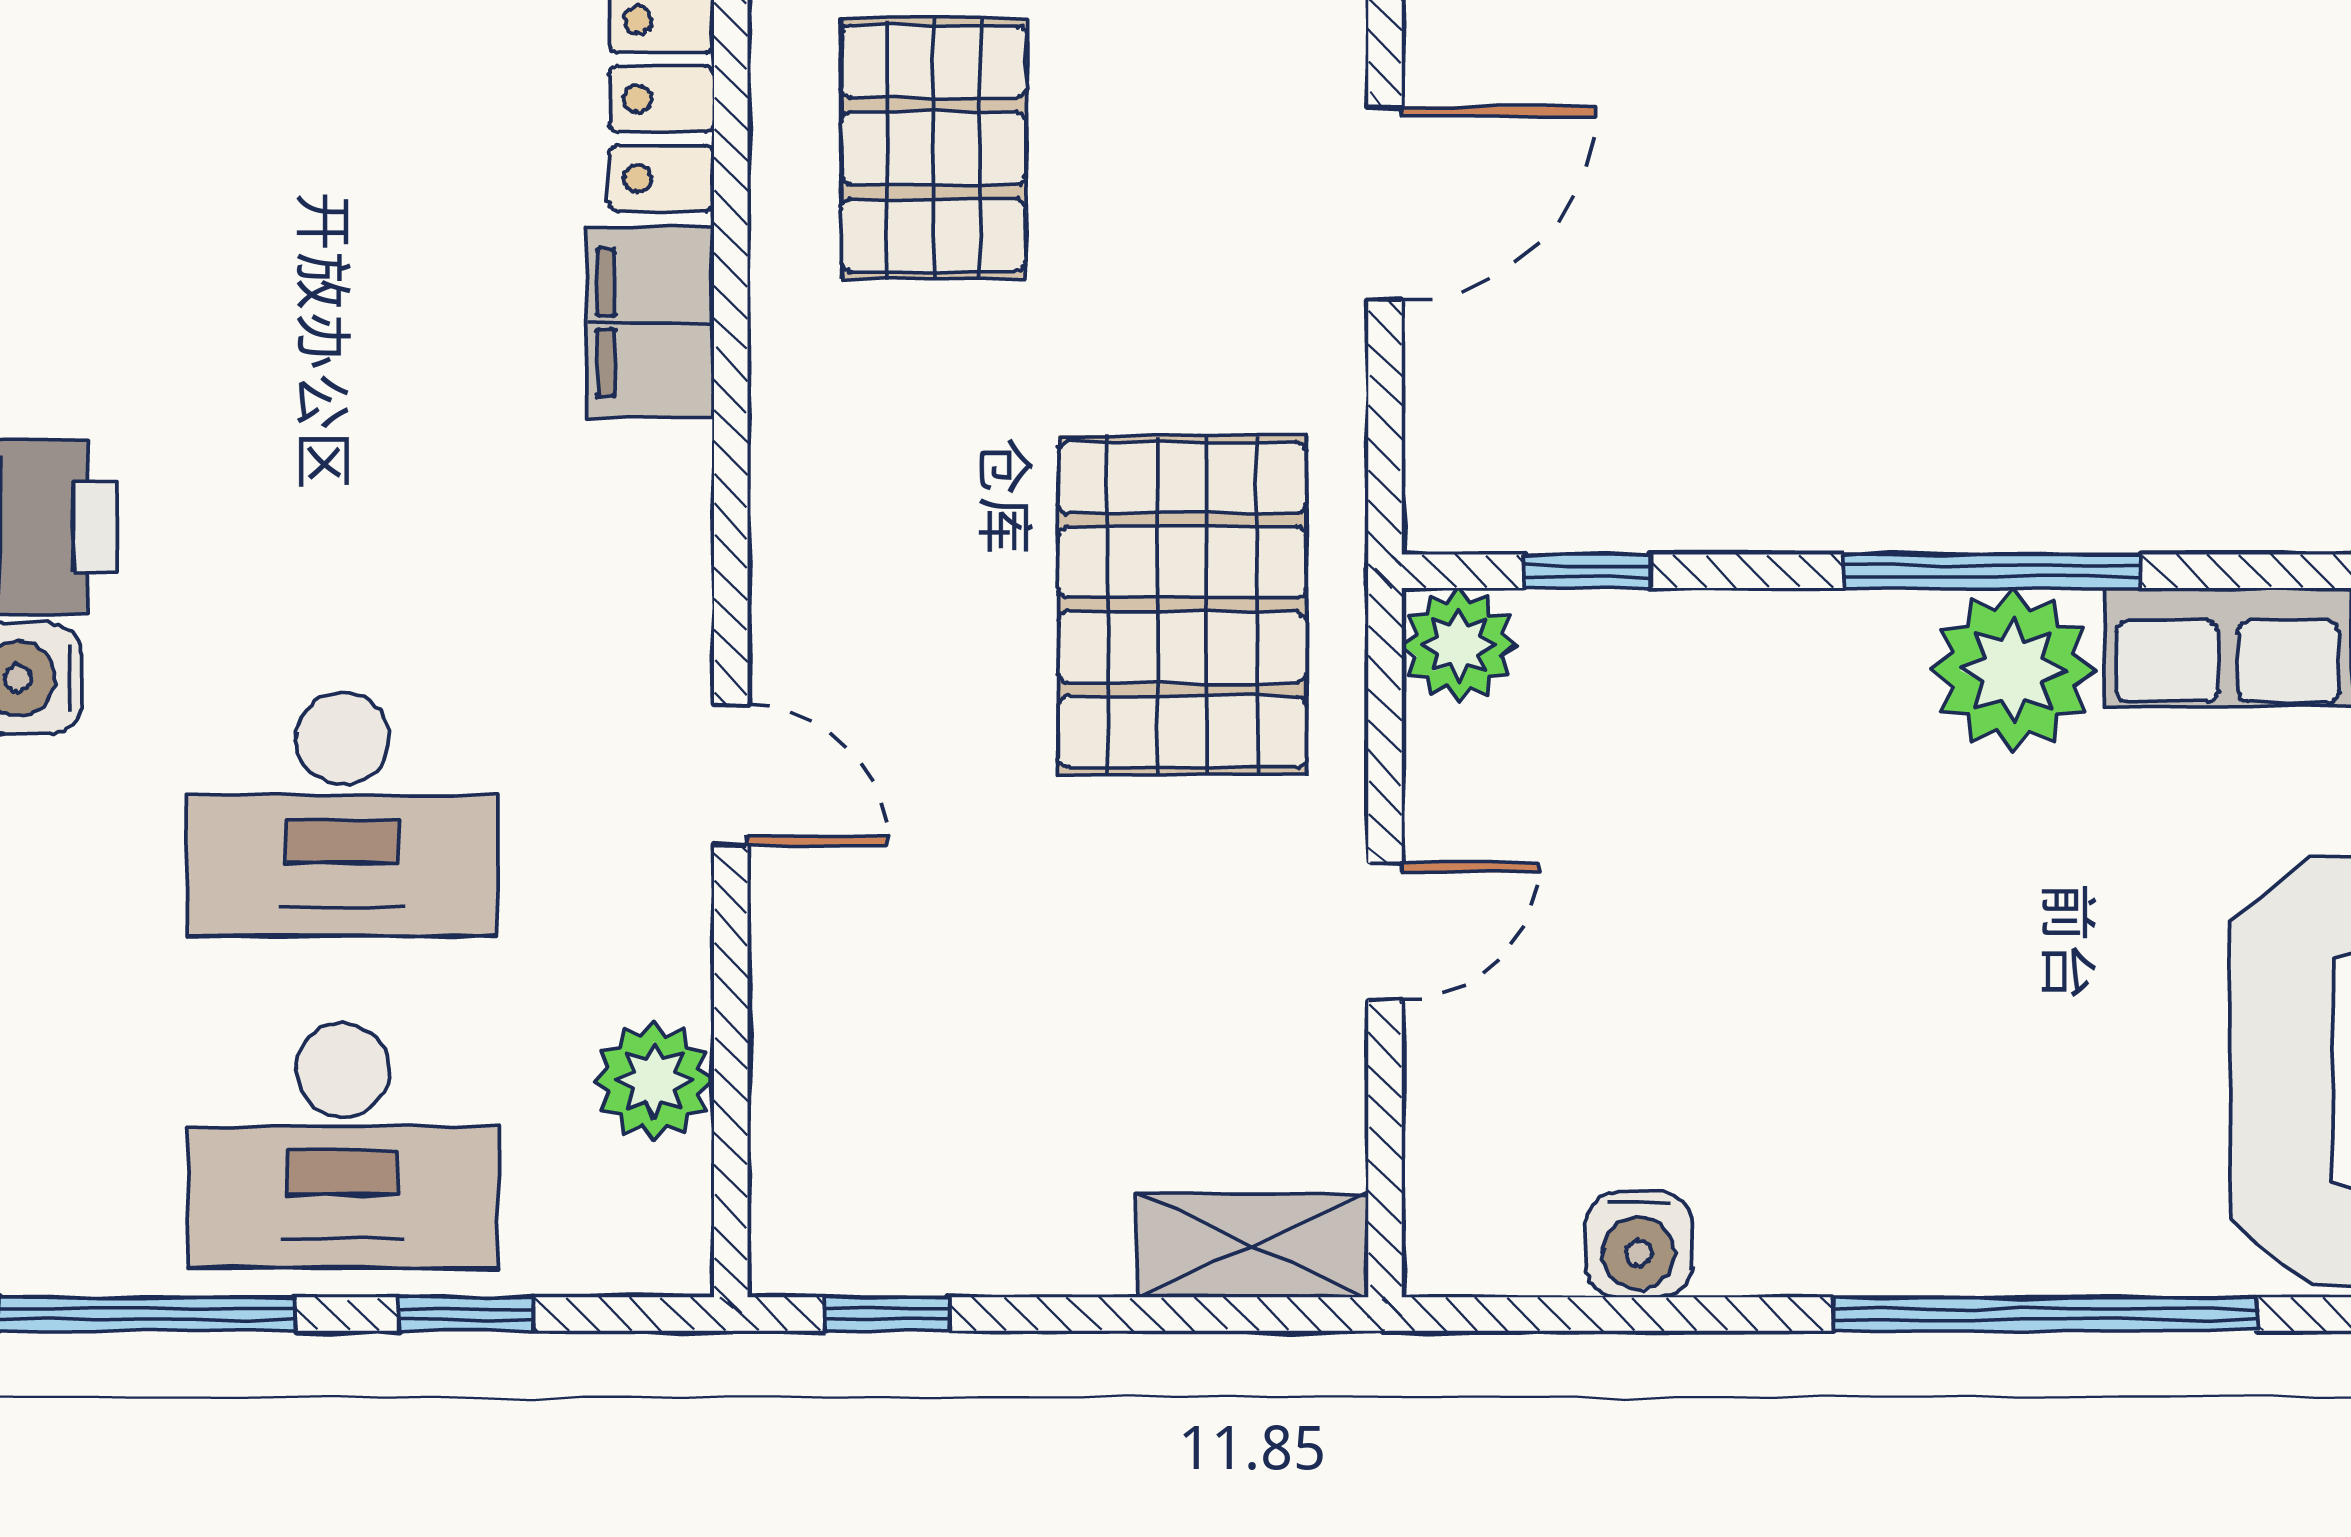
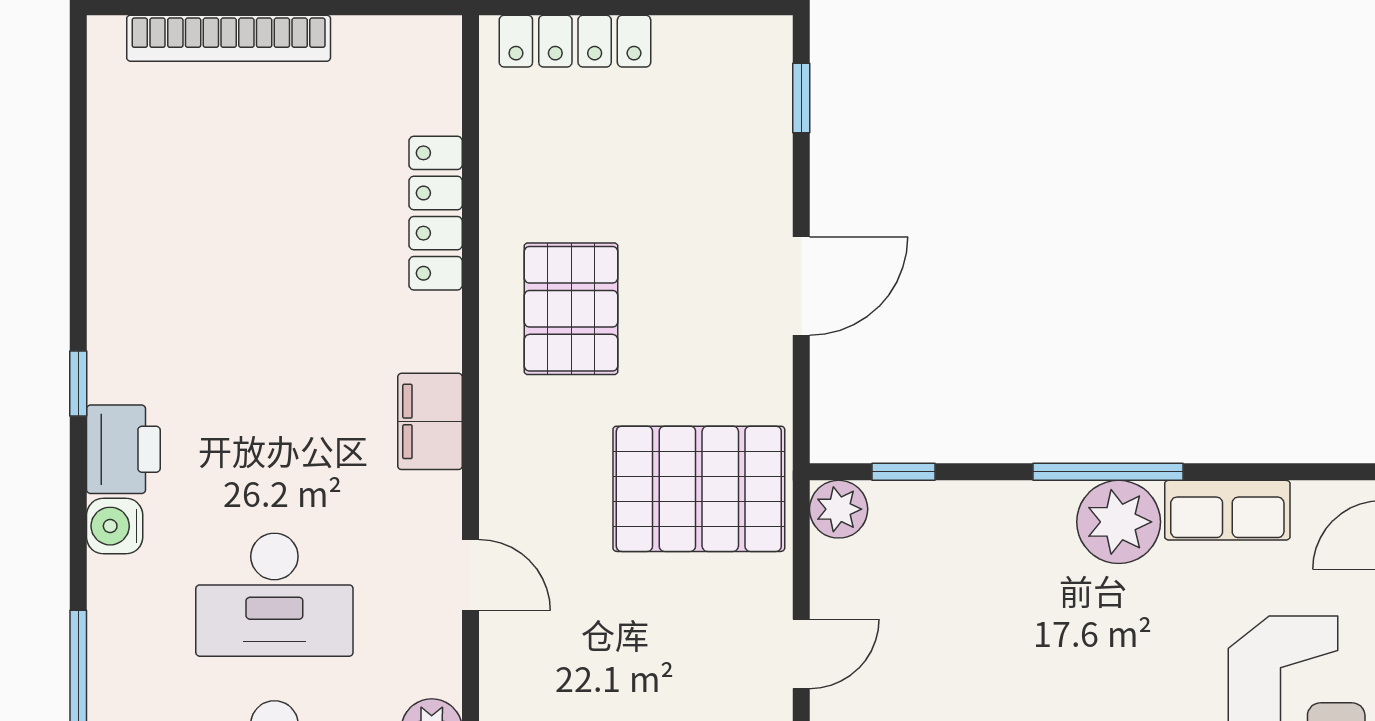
pallet: (934, 148) -> (571, 309), moved
filing cabinet: (651, 322) -> (430, 421), moved
pallet: (1182, 605) -> (699, 489), turned 90

